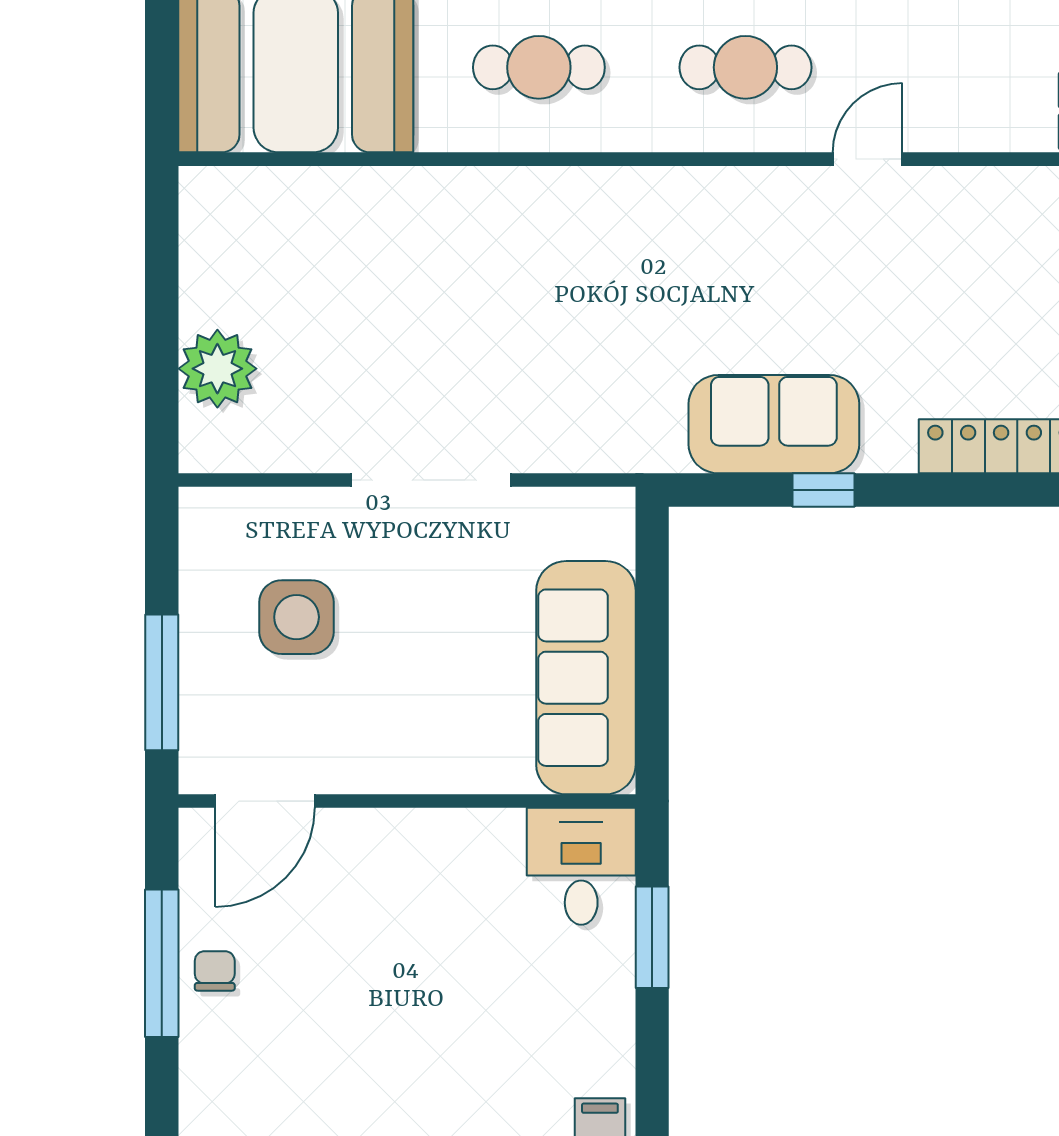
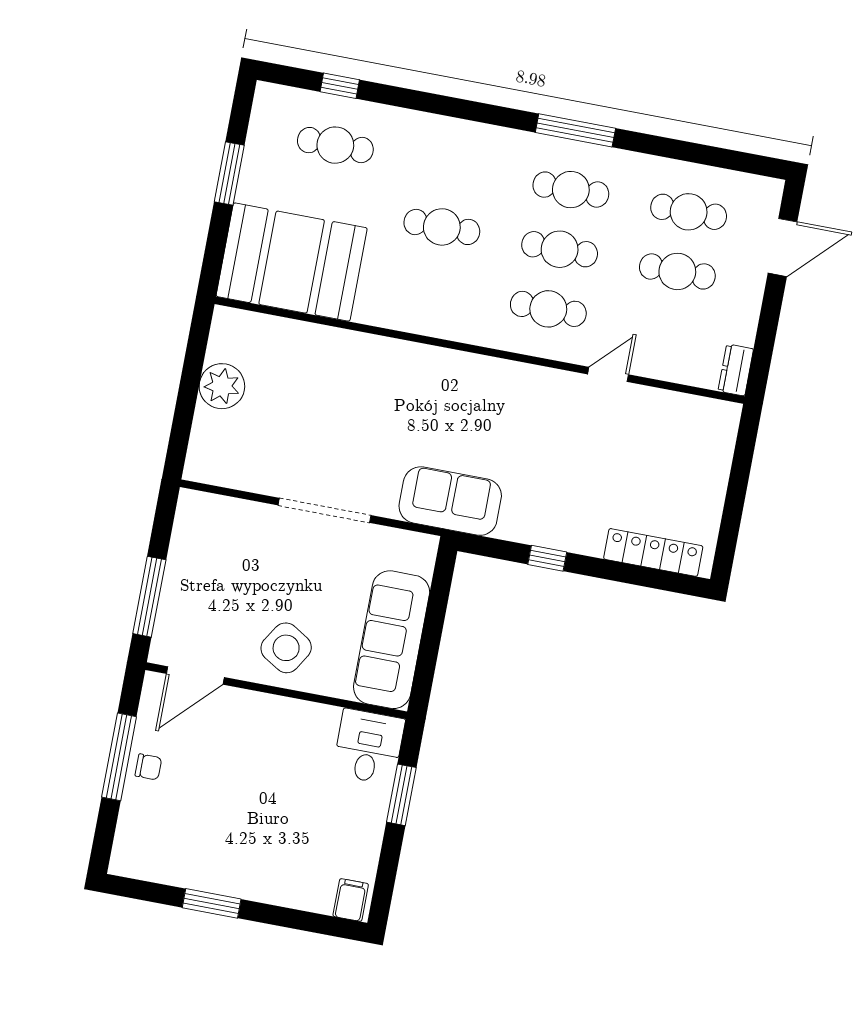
cafe table: (539, 67) -> (431, 287), removed
plant: (217, 369) -> (222, 386), moved
sofa: (774, 424) -> (450, 501), moved
side table: (297, 617) -> (286, 648), moved, turned 32
chair: (215, 971) -> (148, 767), turned 90

